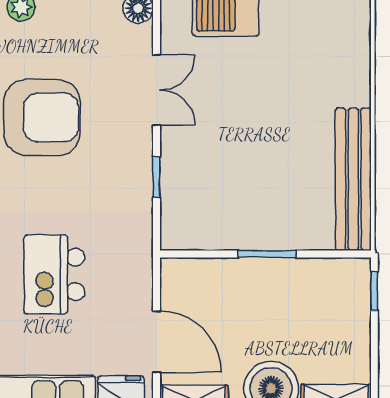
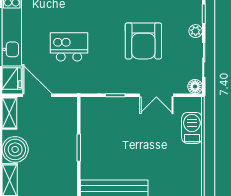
door: (156, 342) -> (37, 95), swing flipped

